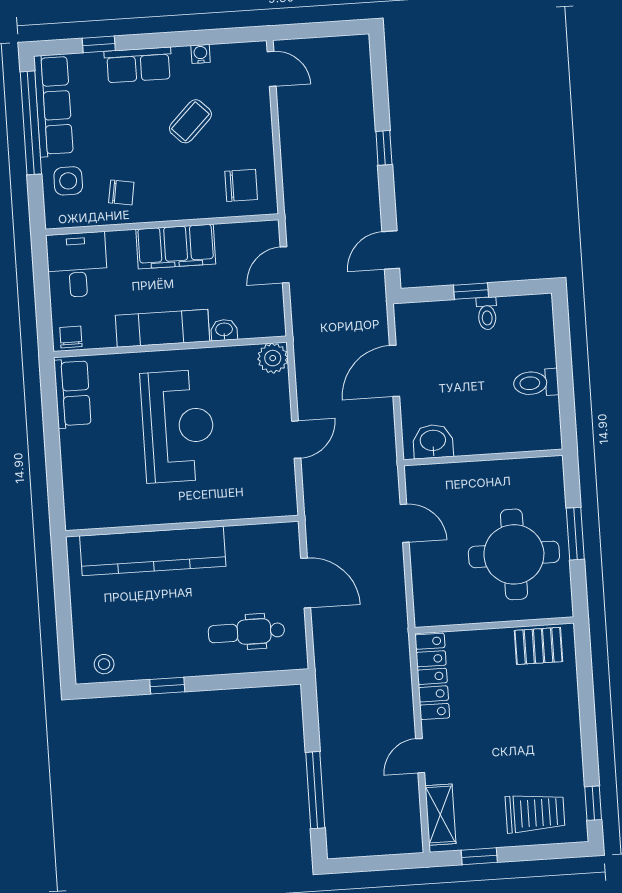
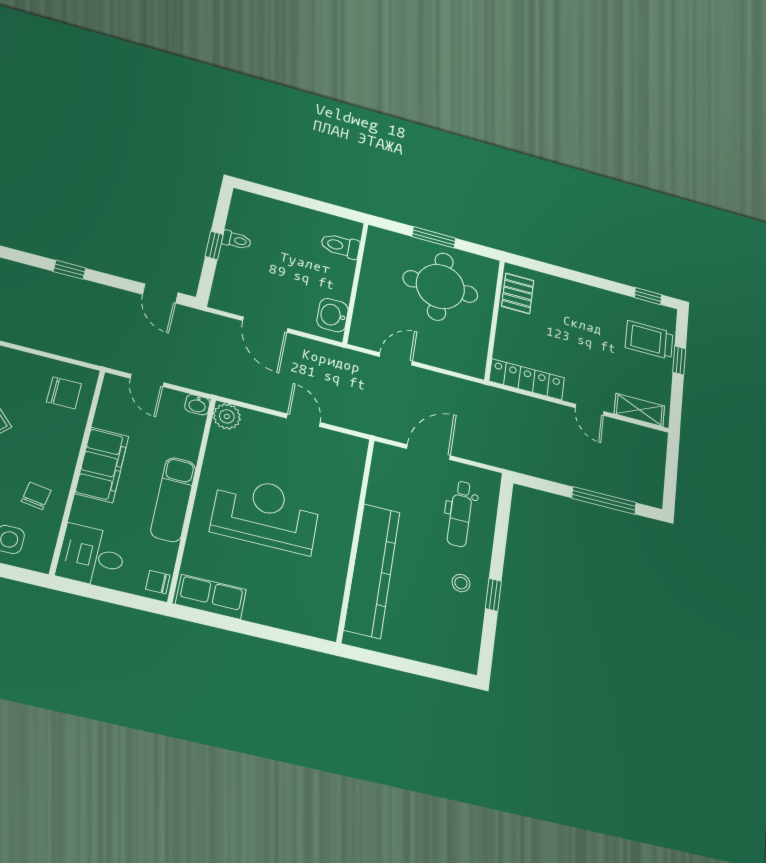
chair: (241, 185) -> (64, 393), turned 90
washbasin: (224, 330) -> (197, 405), moved, turned -90
toilet: (536, 383) -> (340, 246), moved, turned 90
stool: (104, 664) -> (461, 583), moved
trolley: (535, 813) -> (649, 340), turned -90
window: (479, 856) -> (679, 360), moved

